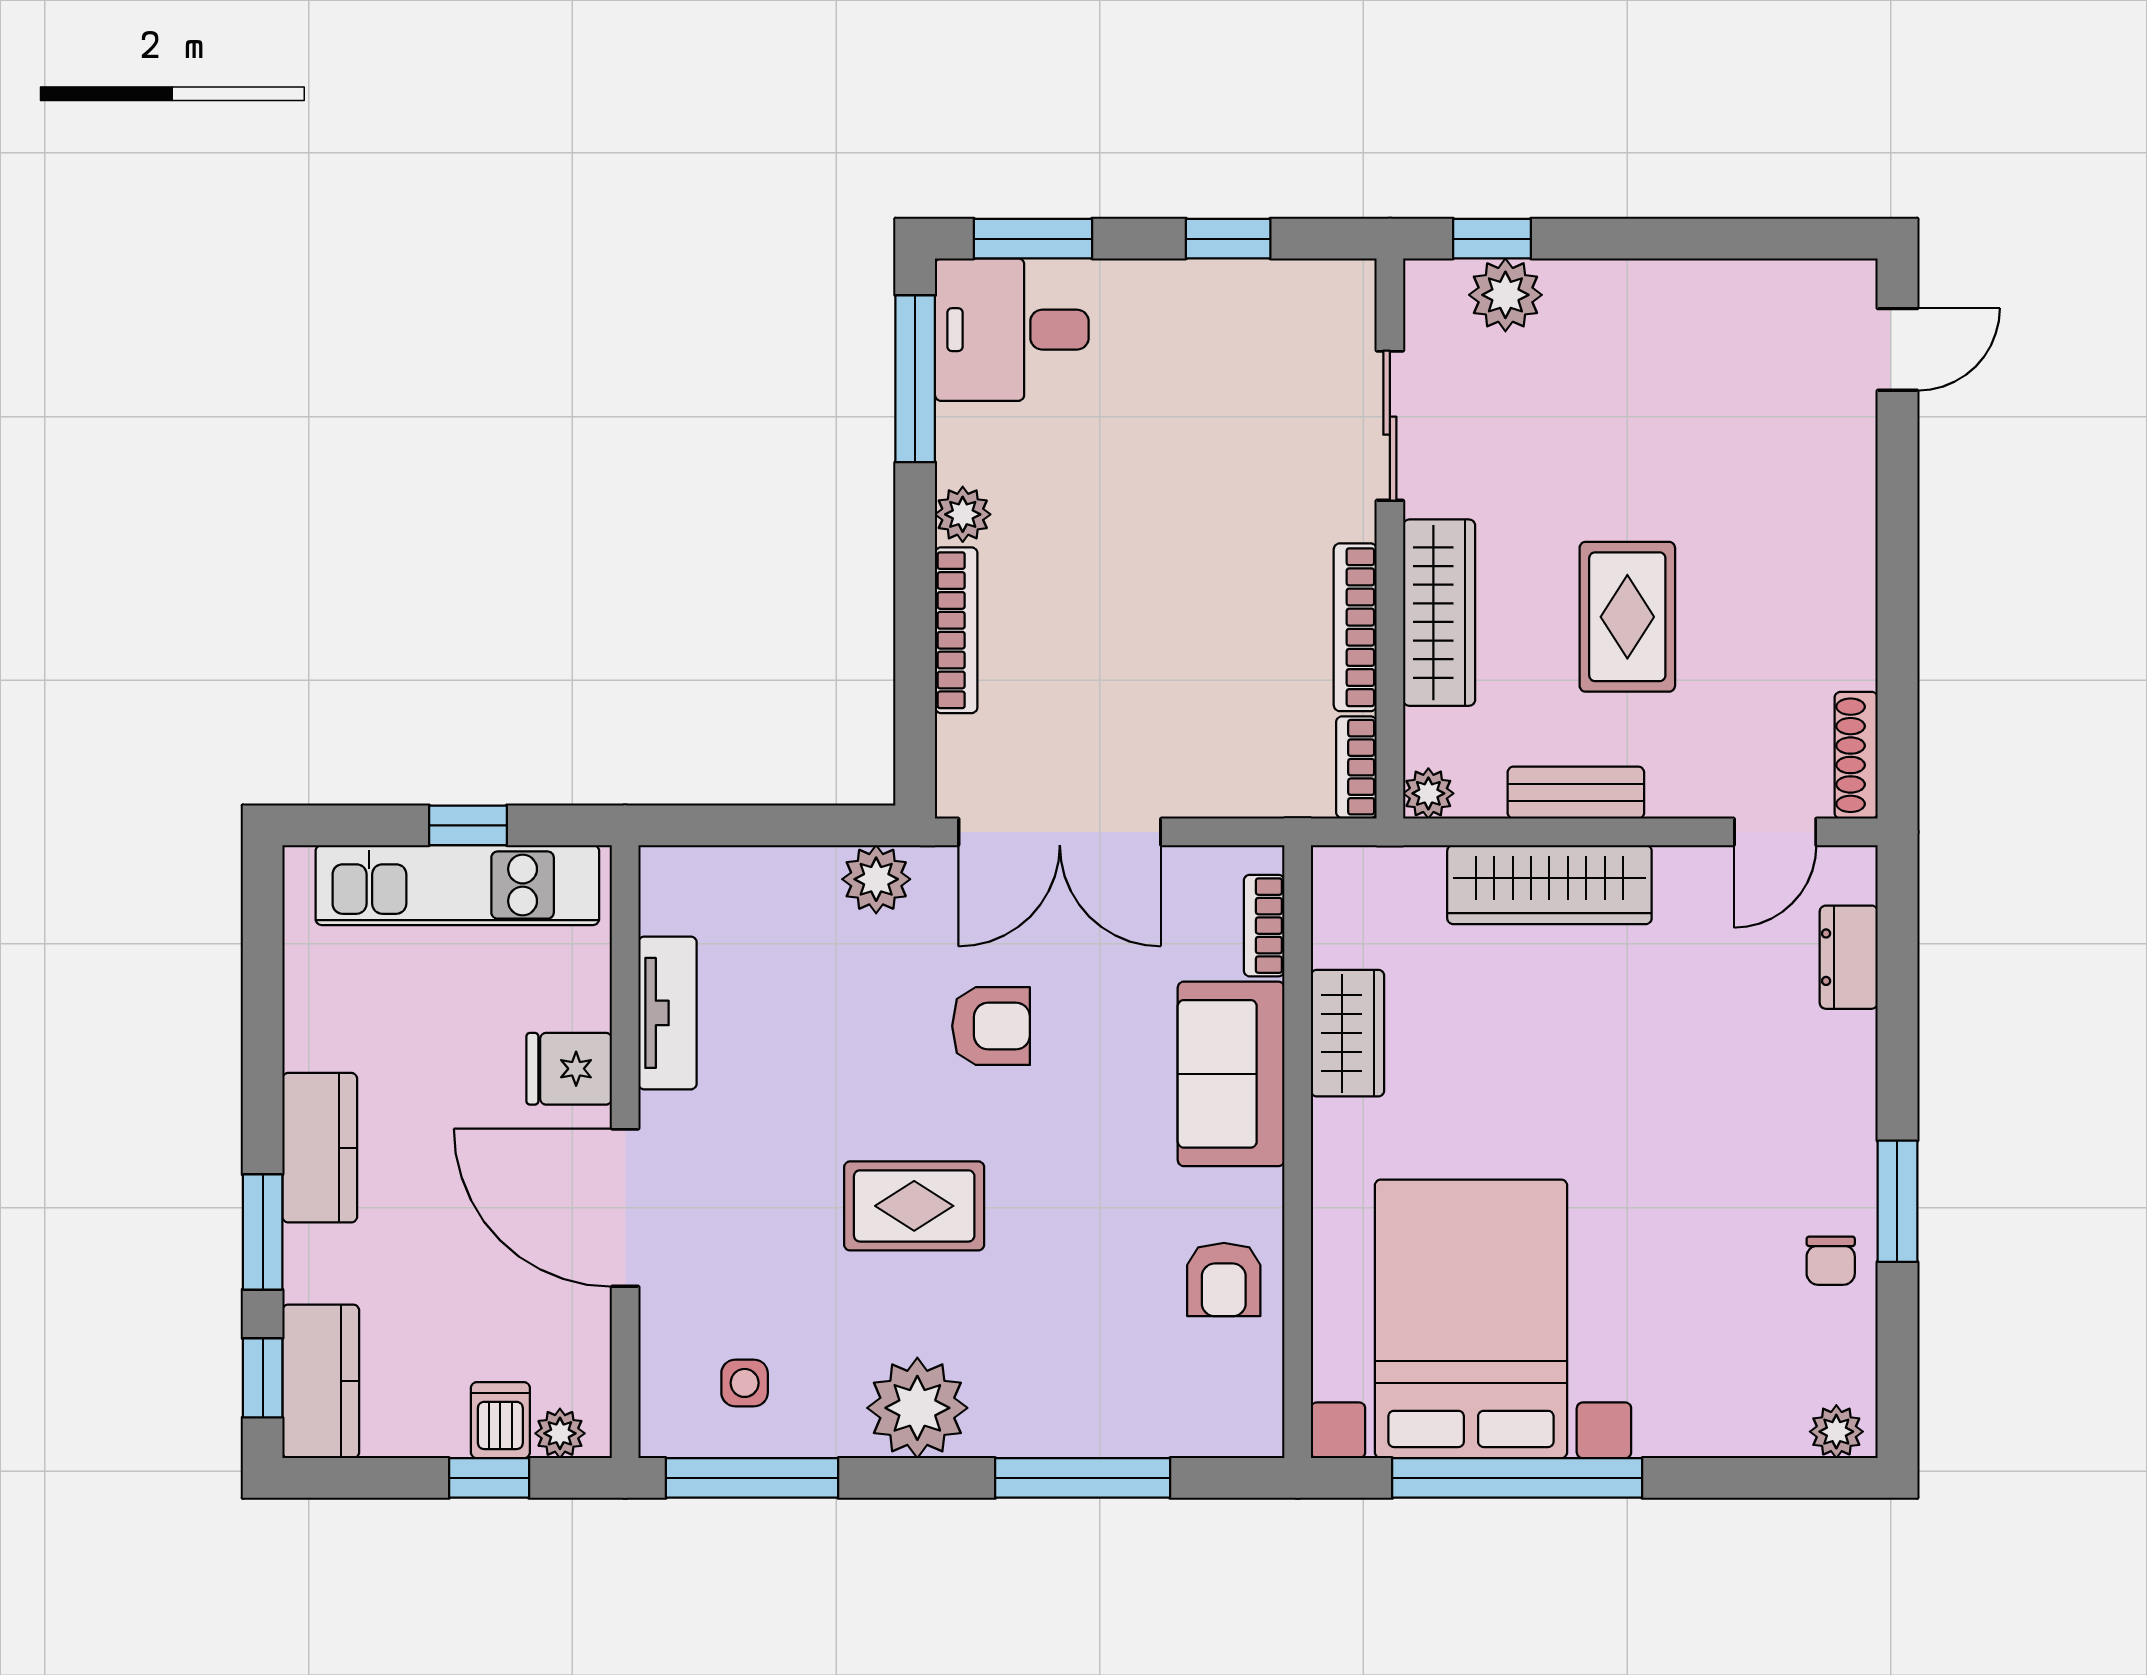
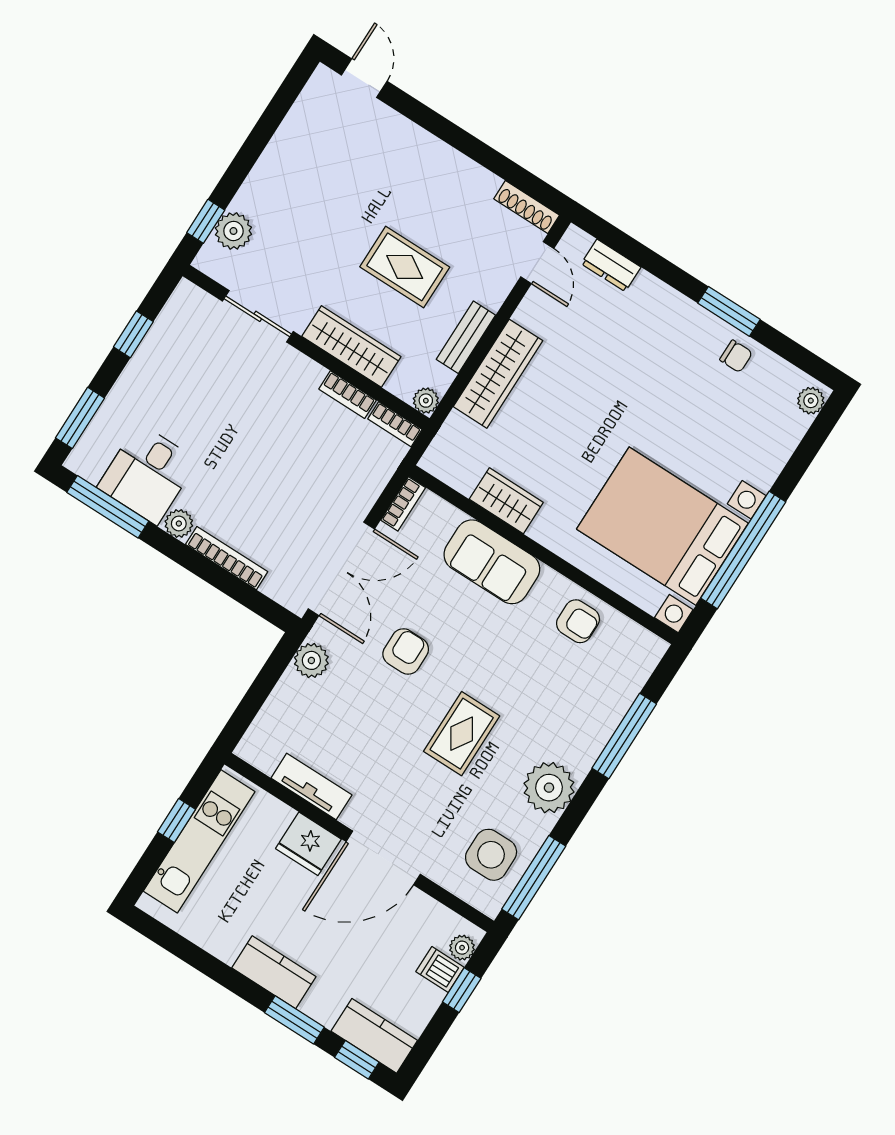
desk: (1012, 330) -> (148, 474), moved
bookcase: (1355, 627) -> (348, 395), width x0.64
bookcase: (1264, 926) -> (403, 504), moved, turned -90
fridge: (569, 1069) -> (308, 844), width x1.38
side table: (745, 1383) -> (491, 855), width x1.87, depth x1.87

